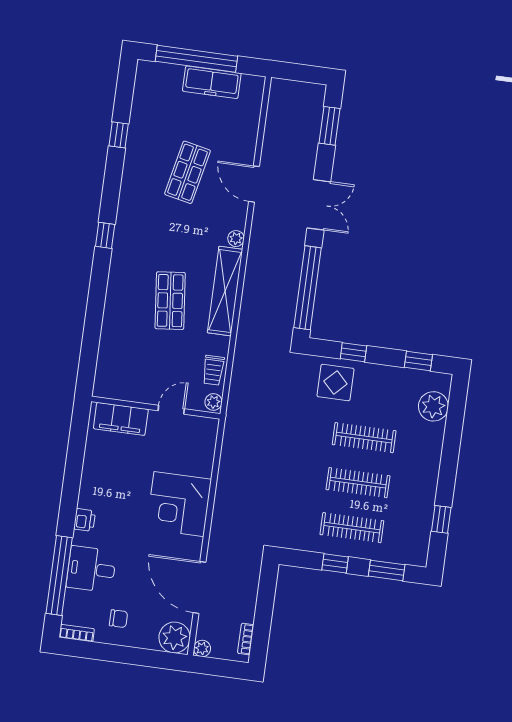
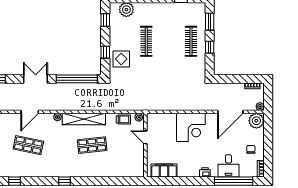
filing cabinet: (121, 419) -> (164, 171), moved, turned -90
clothes rail: (358, 483) -> (169, 41), removed

